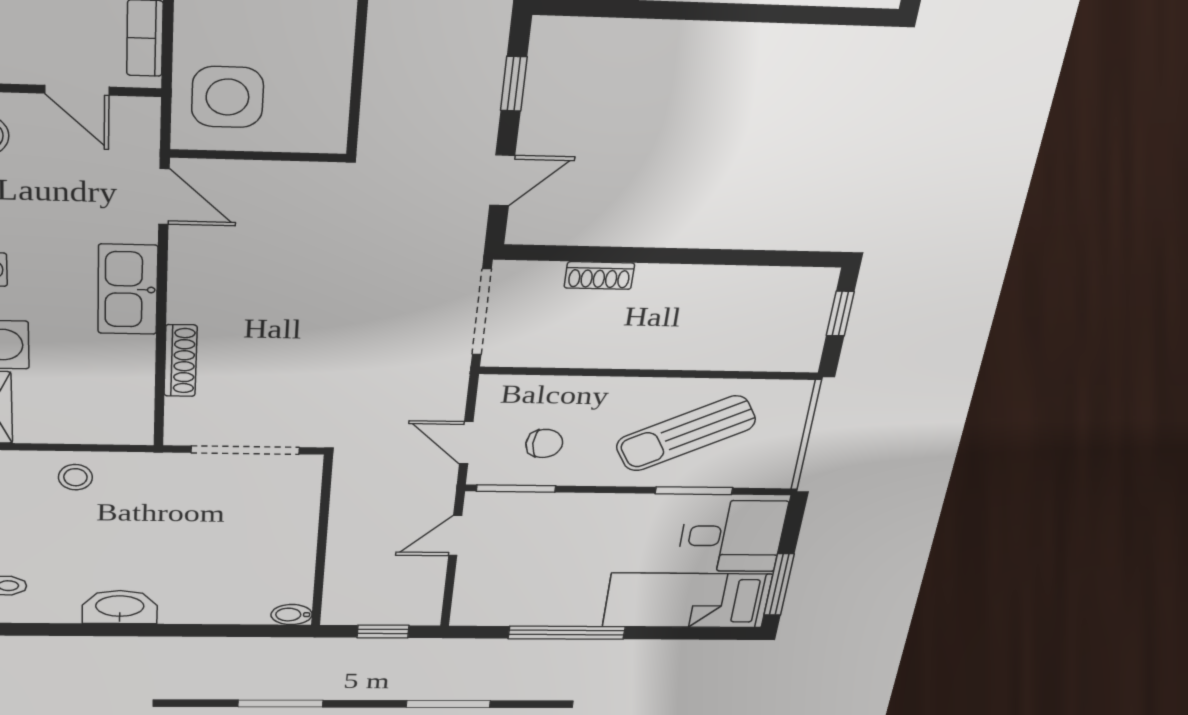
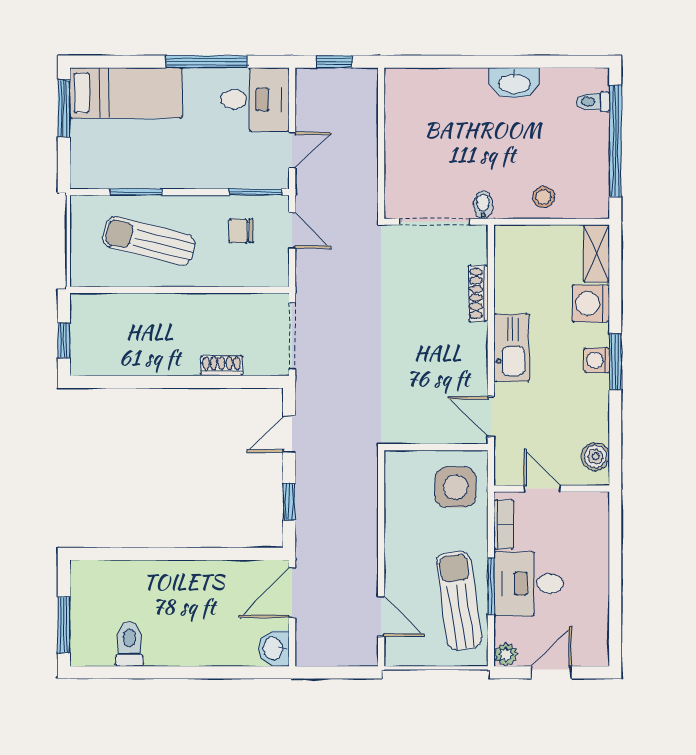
sun lounger: (686, 433) -> (149, 241), turned -138
desk: (732, 536) -> (255, 99), moved, turned 180
bidet: (292, 615) -> (483, 205), moved, turned -90

